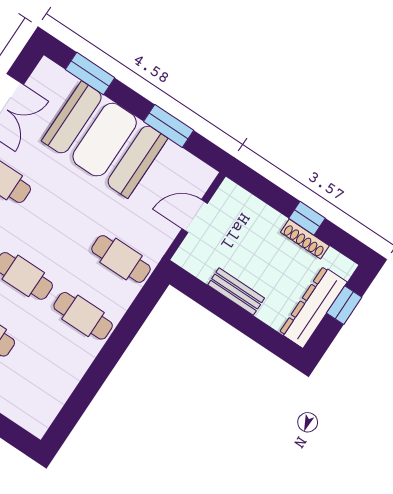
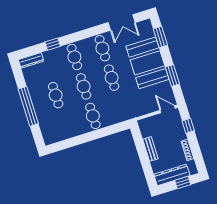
door: (195, 216) -> (168, 109), moved
window: (307, 218) -> (188, 126), moved
cafe table: (121, 259) -> (112, 78), moved

